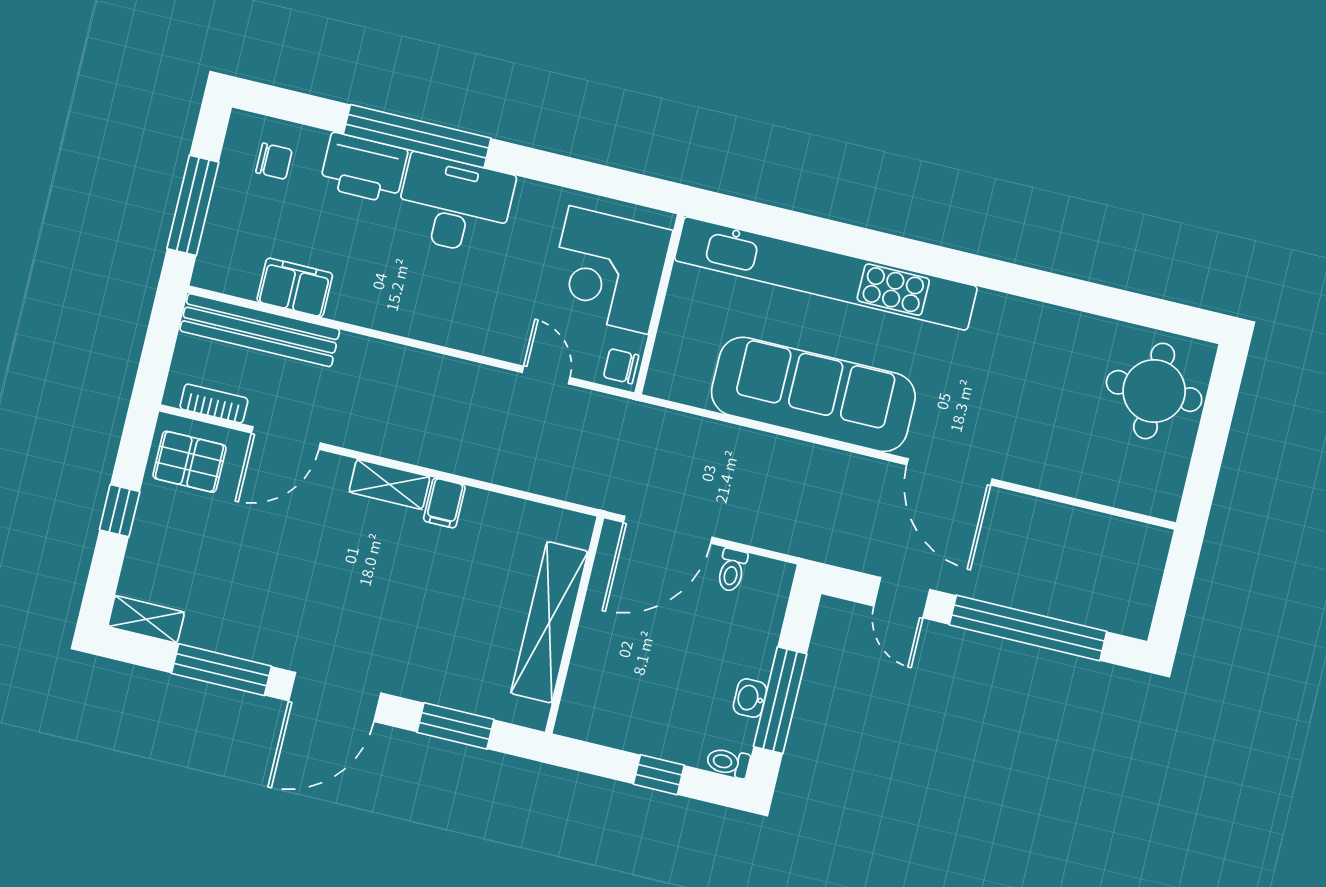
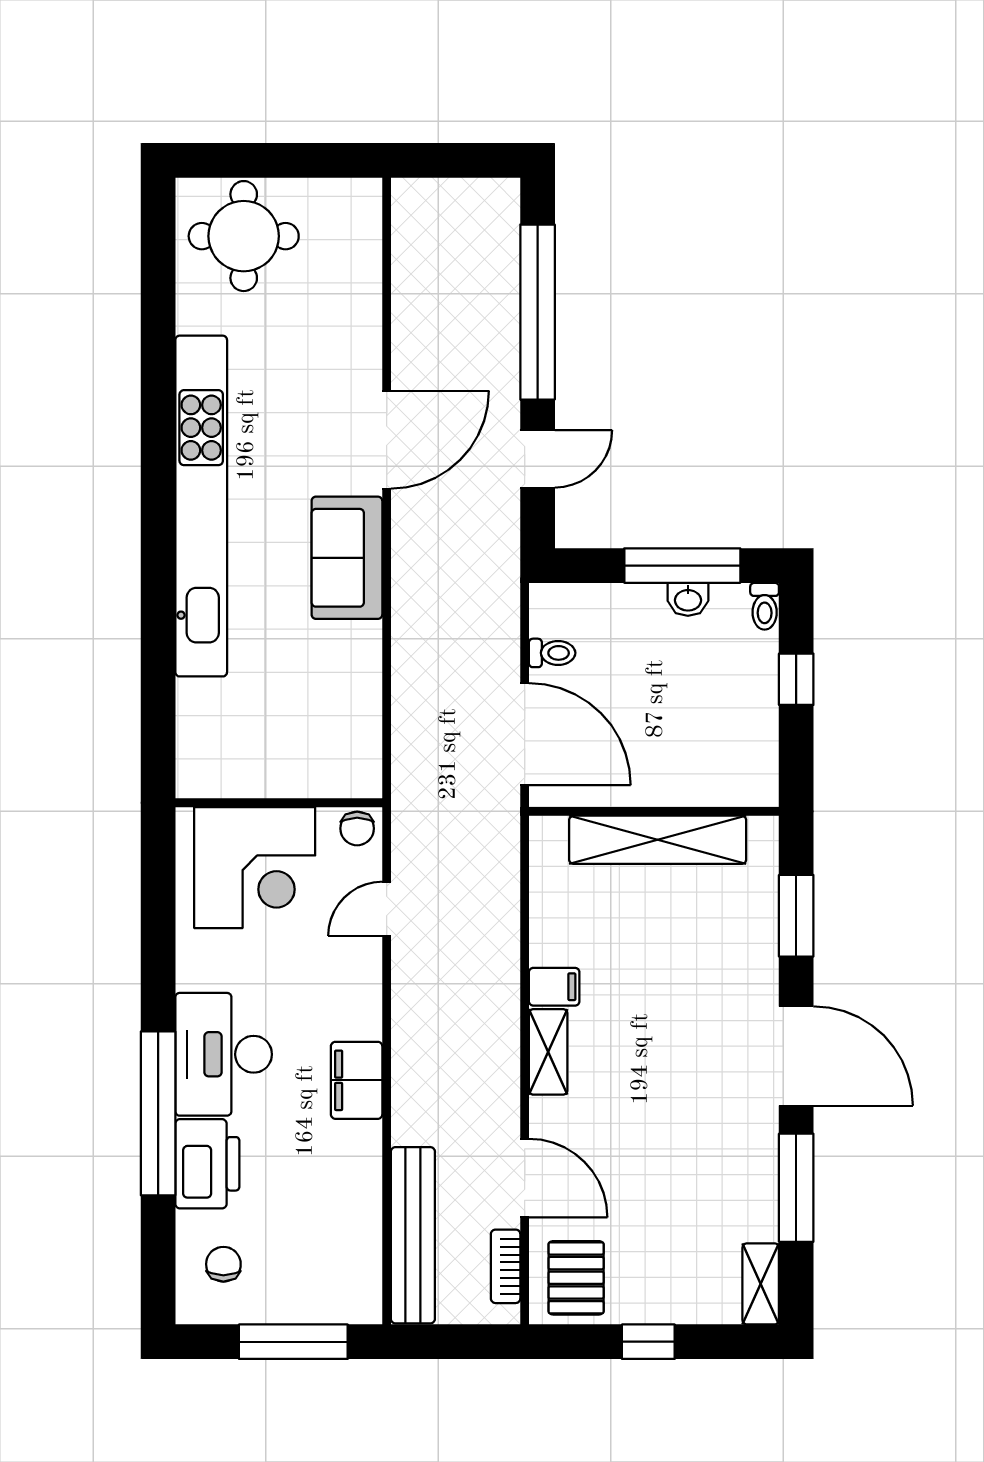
kitchen unit: (826, 273) -> (201, 506), moved
filing cabinet: (295, 287) -> (357, 1080), moved
sofa: (813, 394) -> (347, 558), width x0.54, depth x0.79

